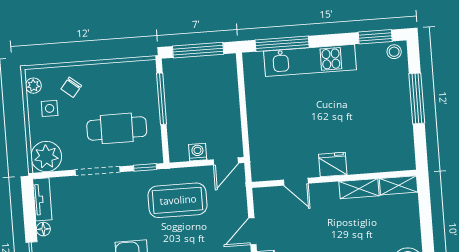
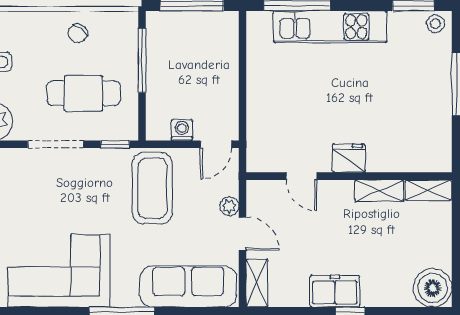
chair: (71, 87) -> (78, 33), moved
coffee table: (178, 200) -> (152, 188), turned 90
plant: (240, 210) -> (229, 206), added
door: (252, 231) -> (242, 234), swing flipped

